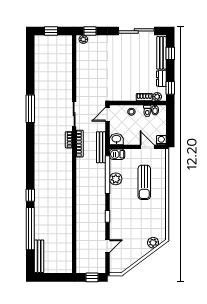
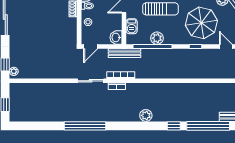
window: (30, 109) -> (85, 126), width x1.46
door: (108, 114) -> (91, 47), hinge flipped
barbecue: (117, 154) -> (132, 26), moved
plant: (40, 168) -> (146, 115), added
parasol: (131, 222) -> (201, 23), added

